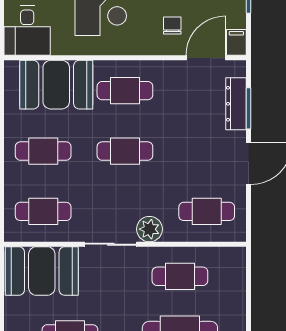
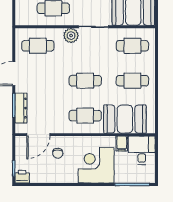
filing cabinet: (236, 42) -> (122, 144), moved

